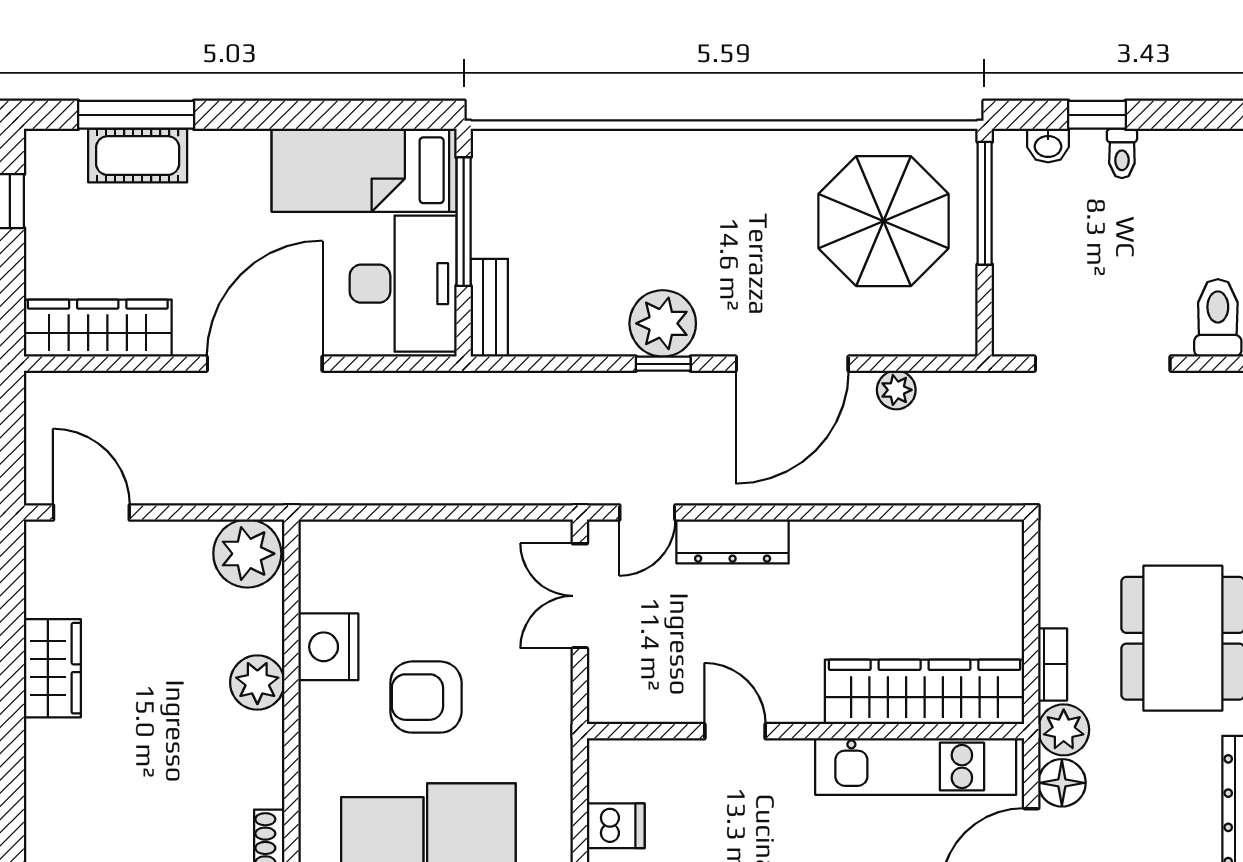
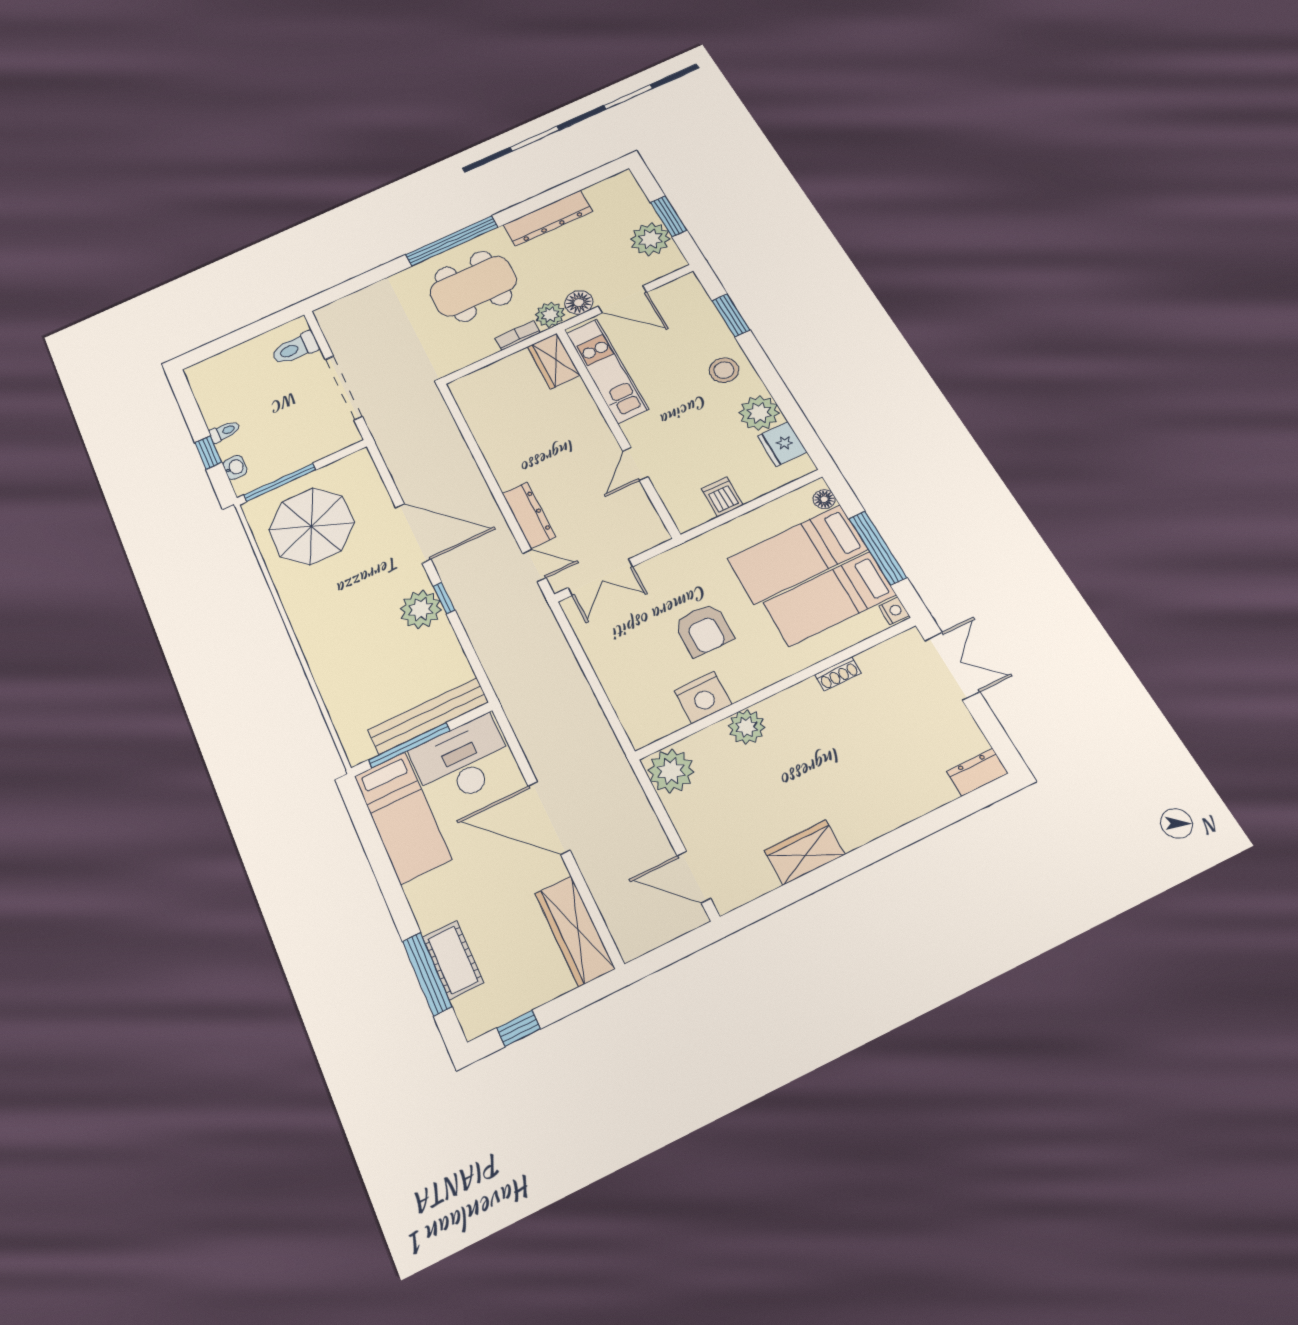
bench: (489, 308) -> (428, 716), width x1.86, depth x1.21
plant: (896, 390) -> (404, 476), removed
door: (91, 513) -> (694, 877), hinge flipped
wardrobe: (925, 692) -> (554, 361), width x0.48, depth x0.85

